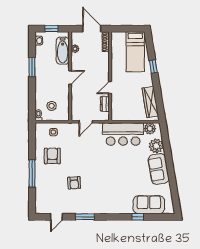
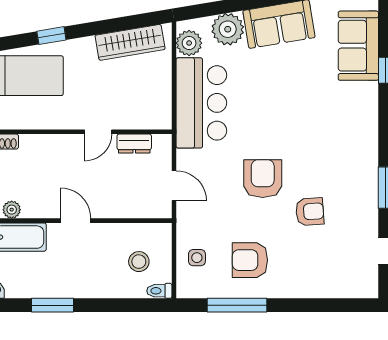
door: (110, 88) -> (98, 132), hinge flipped
armchair: (89, 162) -> (263, 179), added
window: (32, 173) -> (237, 305), moved

